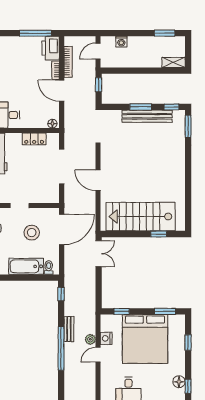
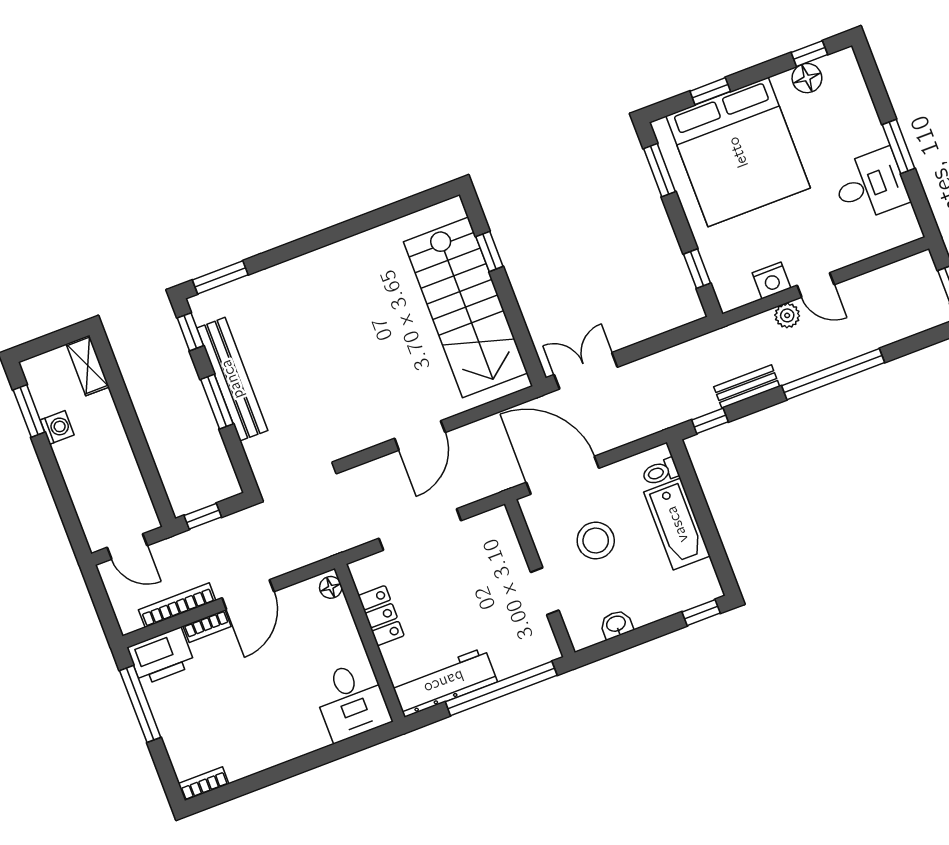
washing machine: (121, 42) -> (57, 427), moved
bench: (69, 329) -> (747, 387), moved
bed: (145, 339) -> (738, 152), moved, turned 90

